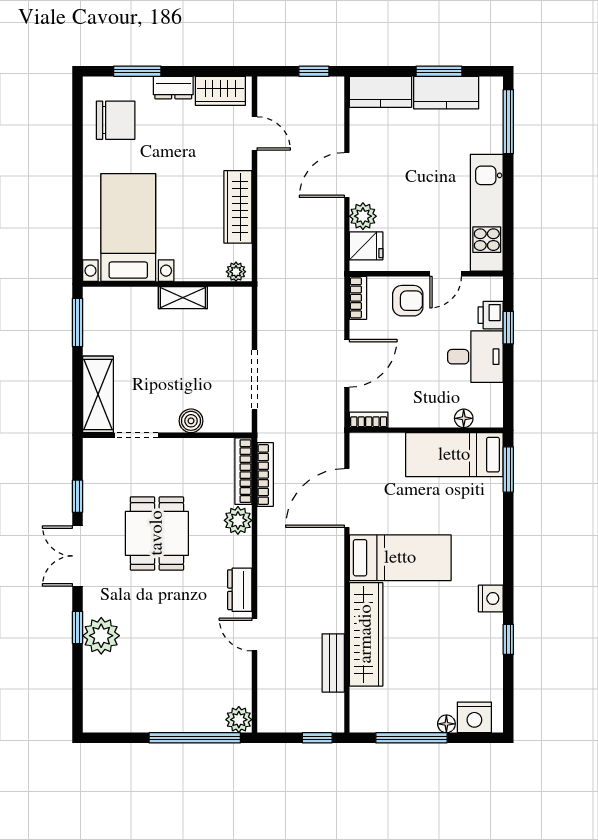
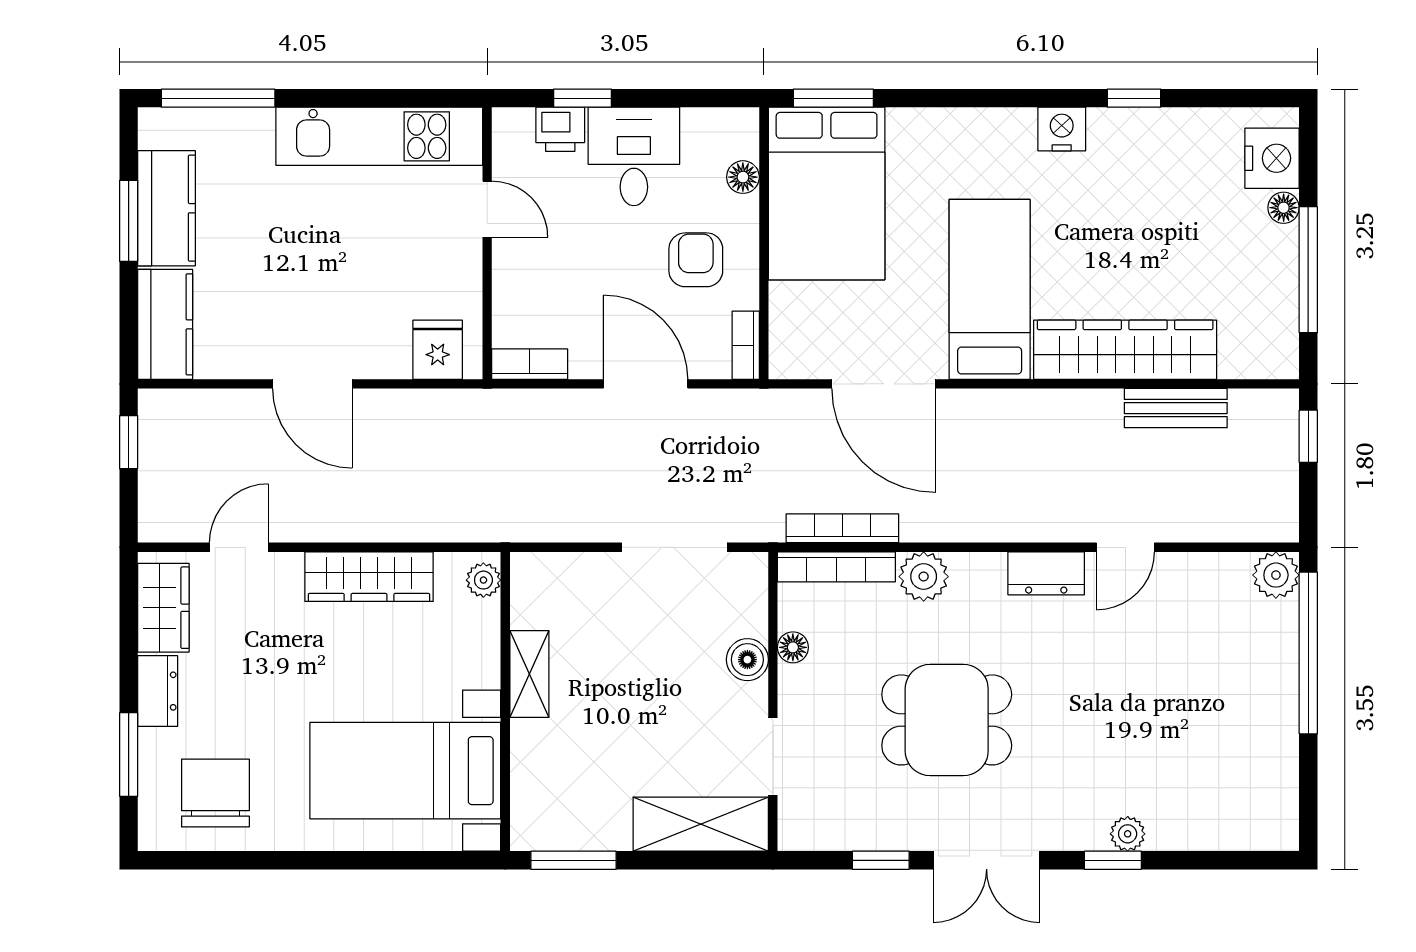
plant: (363, 216) -> (385, 355), removed
armchair: (408, 301) -> (696, 260), moved
floor lamp: (198, 447) -> (793, 647), added
bed: (454, 455) -> (827, 193), width x1.50
plant: (101, 636) -> (1128, 834), width x0.53, depth x0.53

